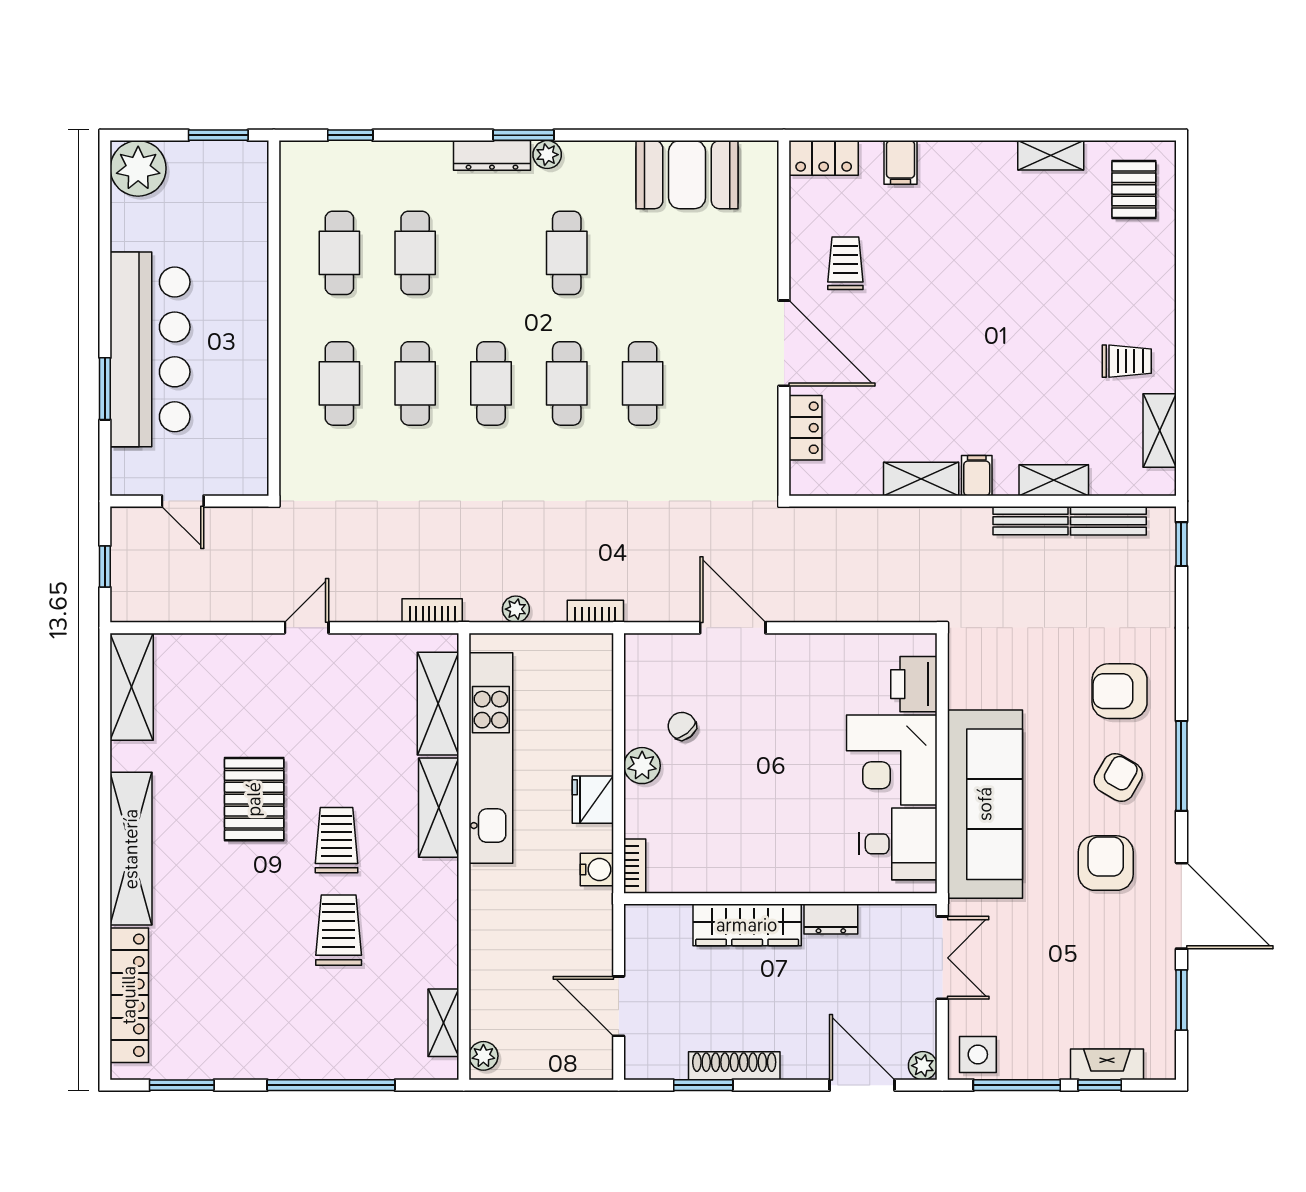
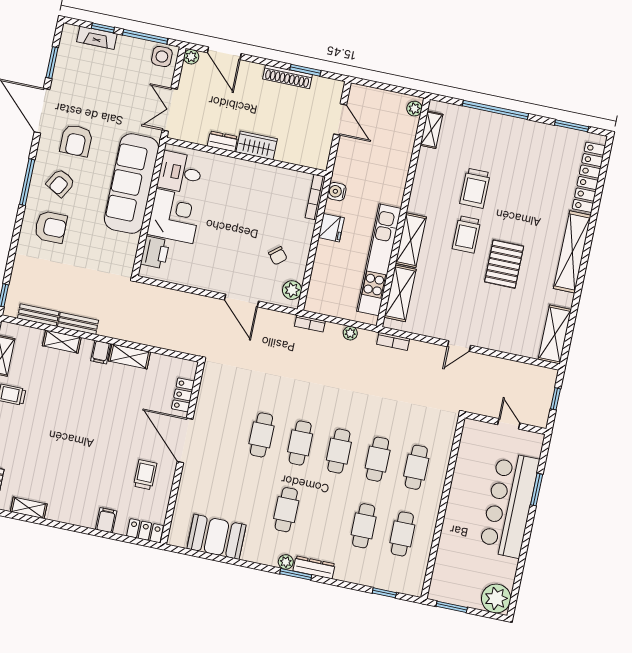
trolley: (845, 263) -> (145, 475), turned 180
plant: (642, 766) -> (292, 290), moved
bookcase: (635, 866) -> (315, 197), width x1.56
wardrobe: (747, 925) -> (257, 145), width x0.67

